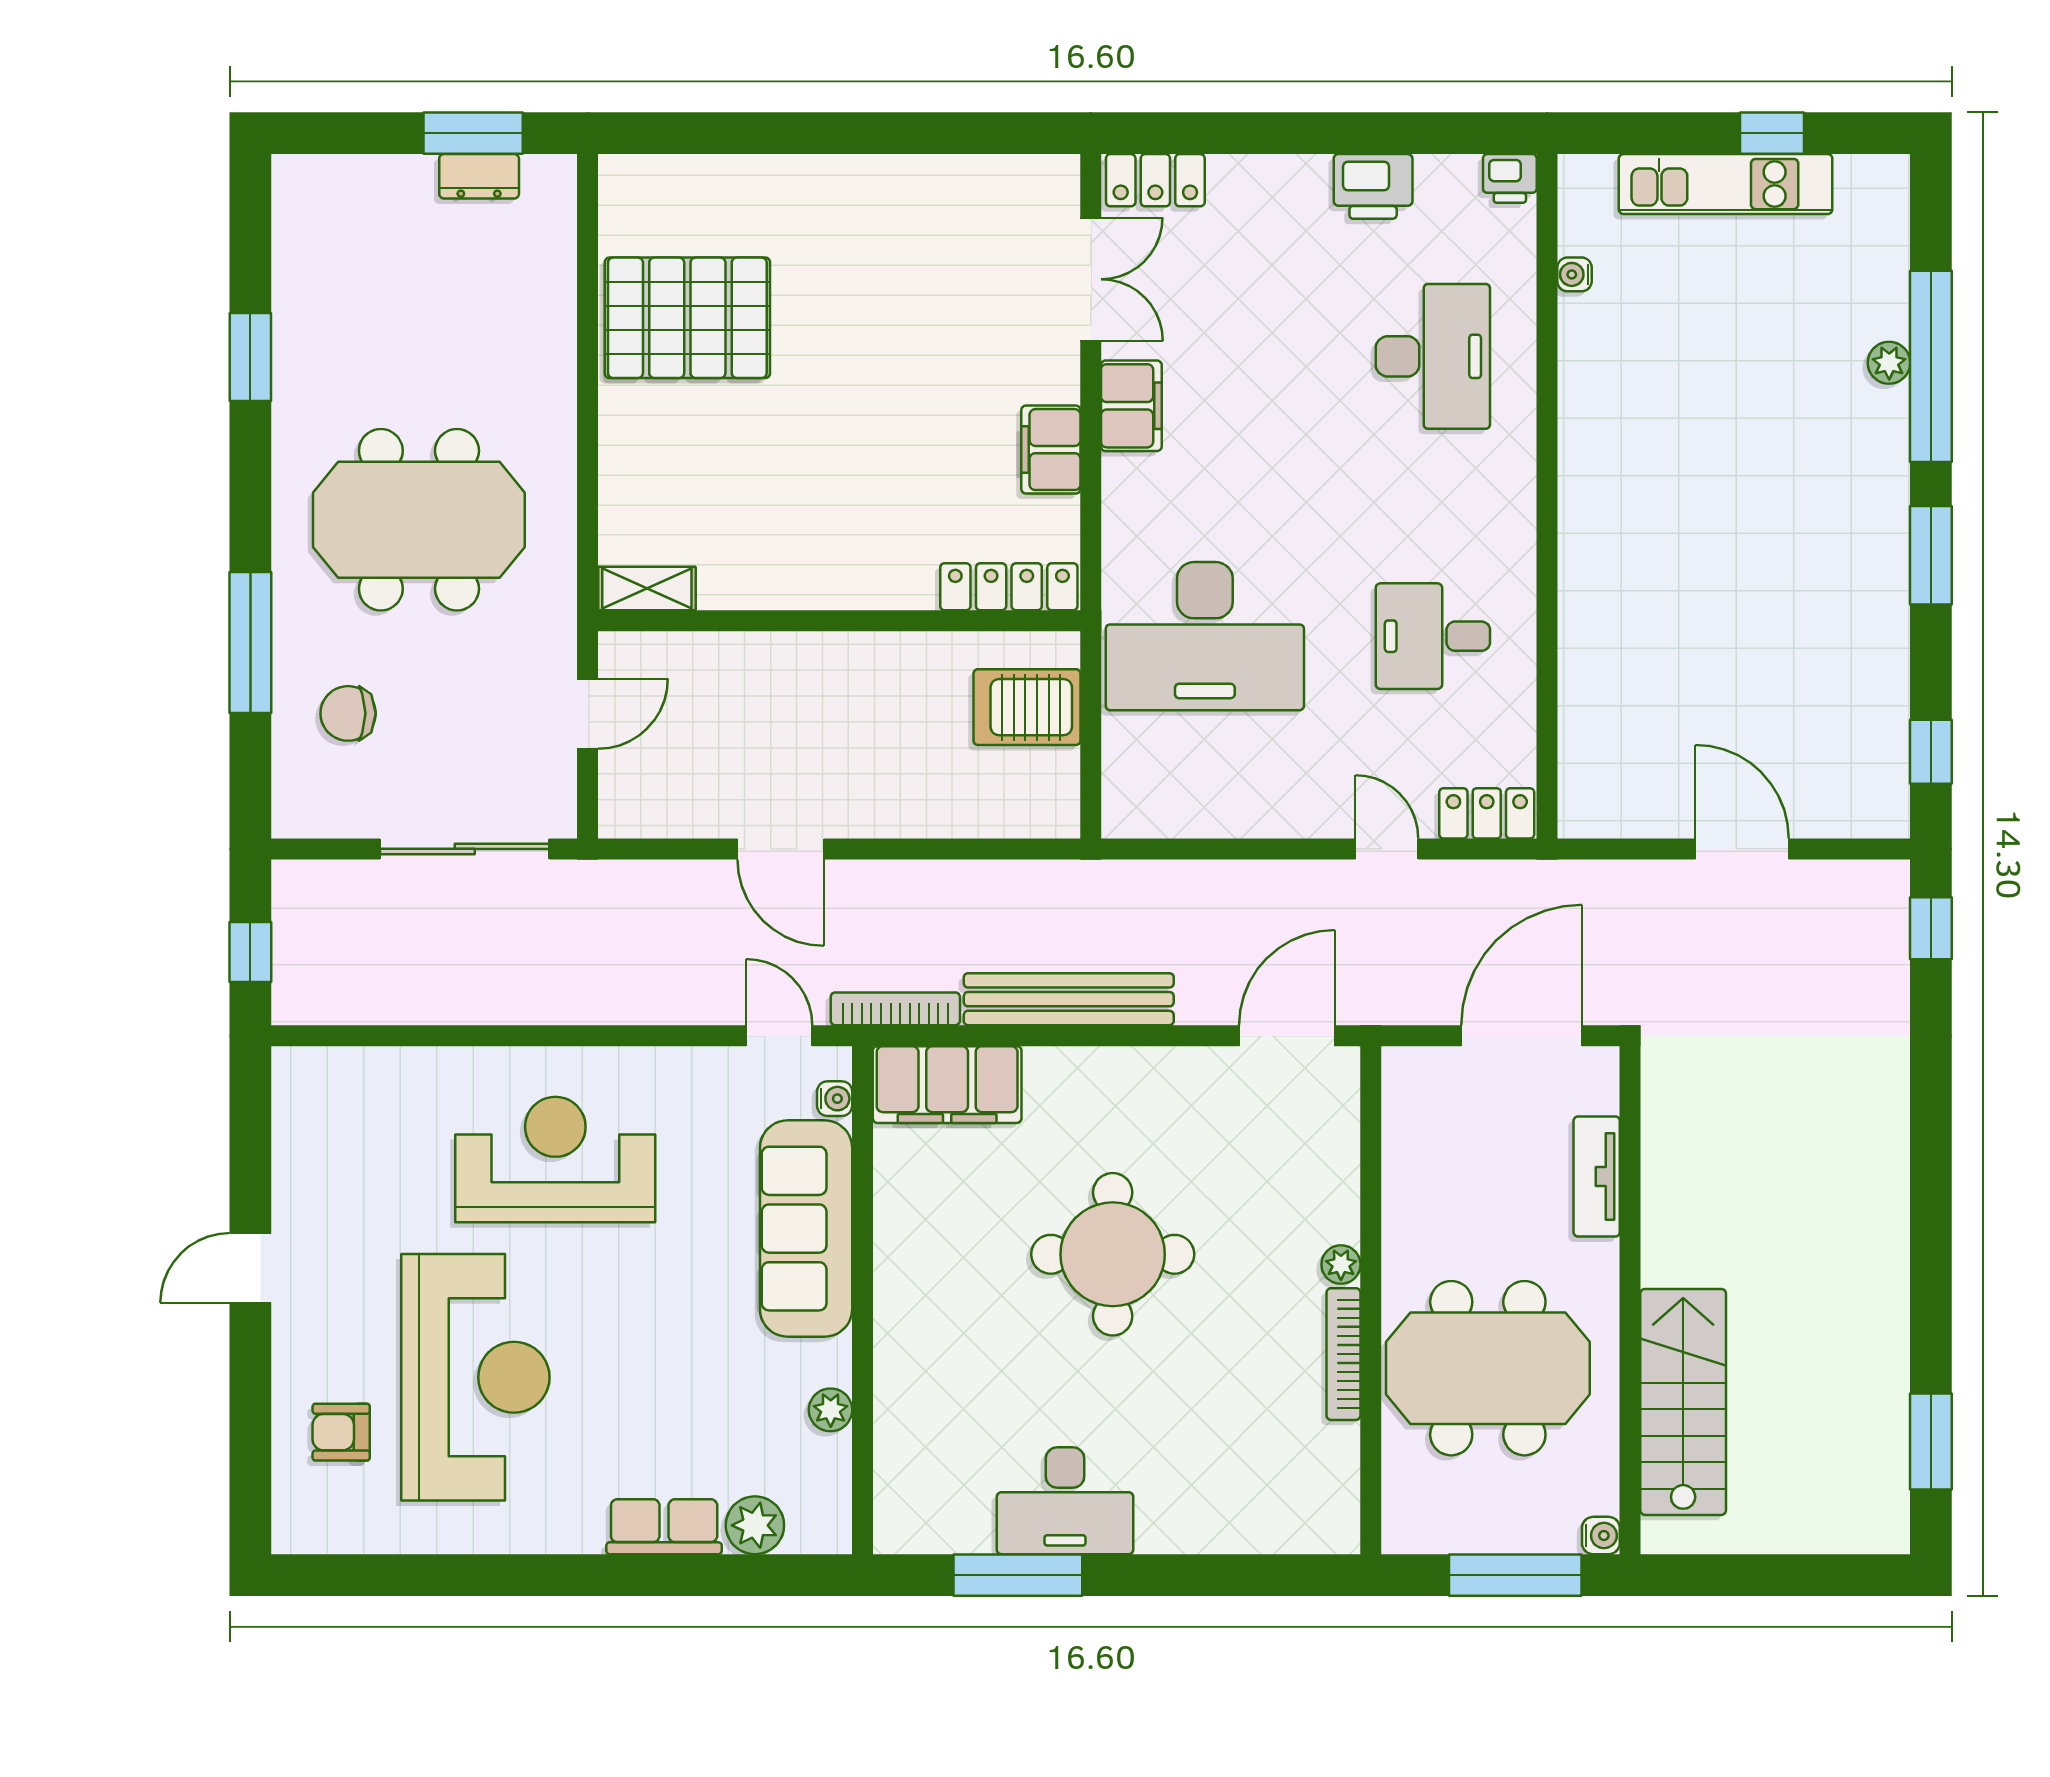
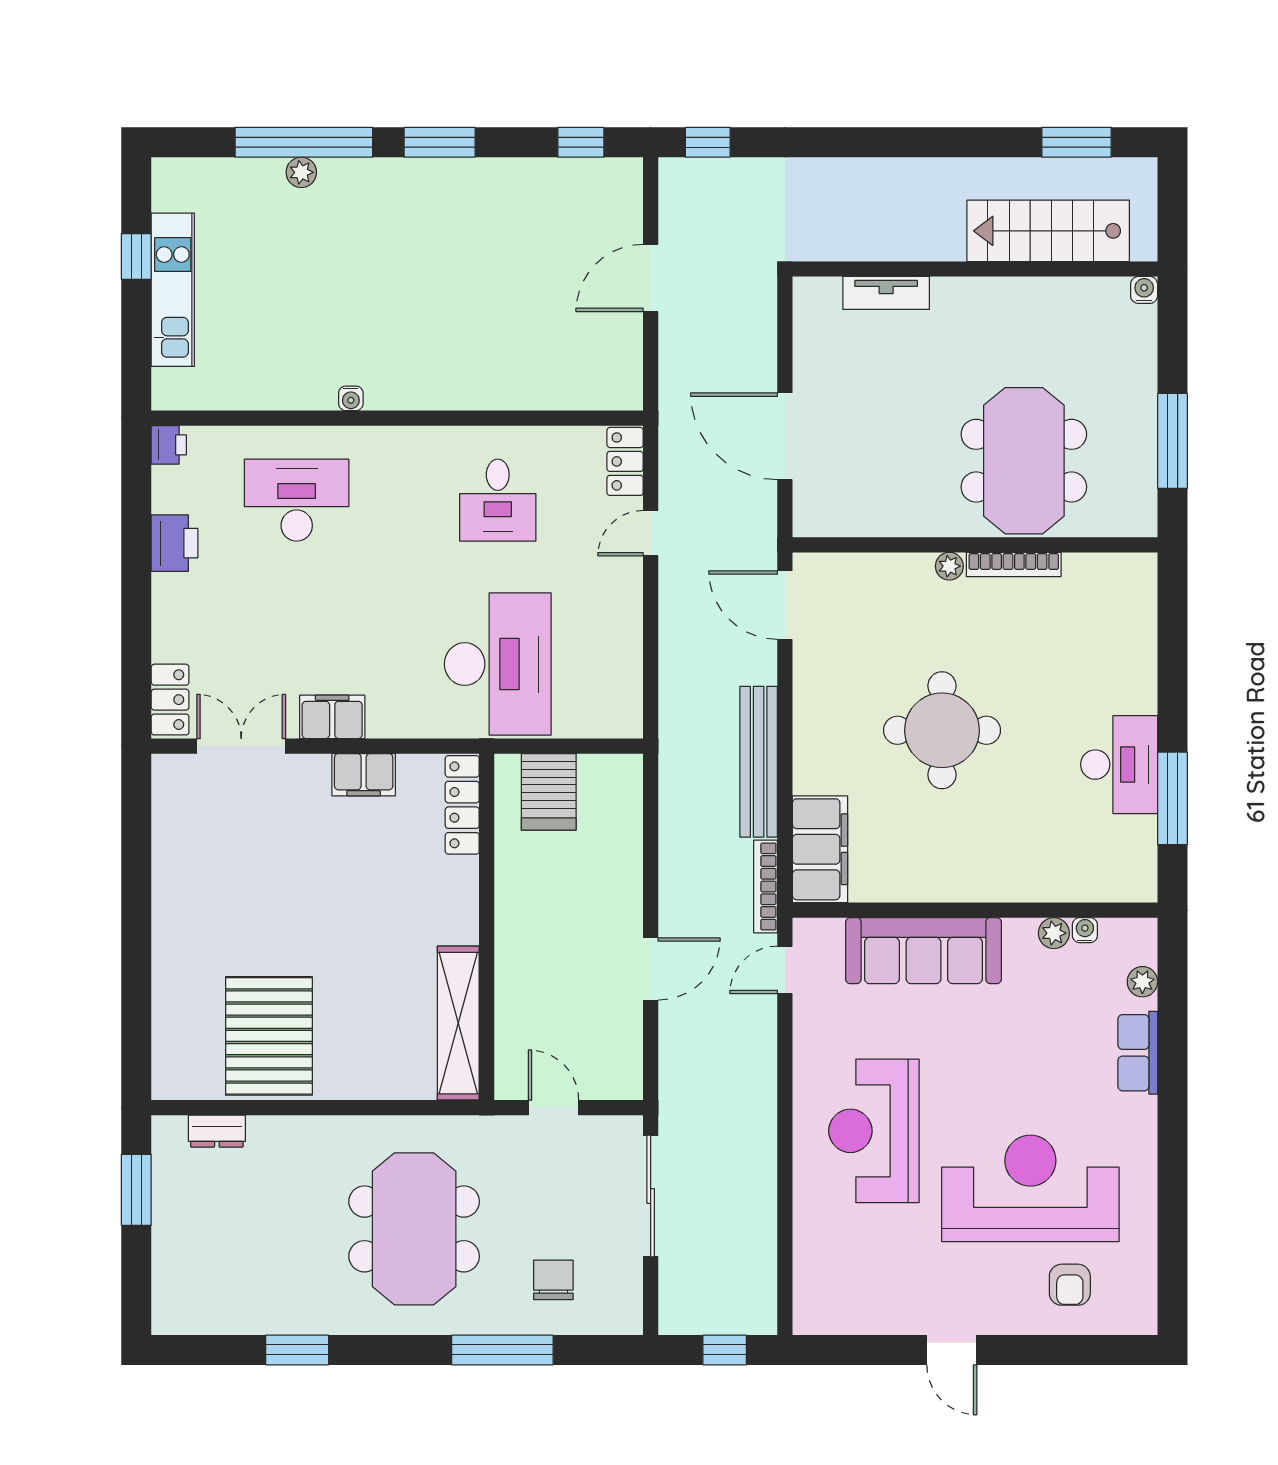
dresser: (479, 176) -> (217, 1131), moved, turned 90
water cooler: (1575, 274) -> (351, 398), moved
shelving: (647, 588) -> (458, 1023), width x2.20, depth x1.33
chair: (348, 713) -> (553, 1280), turned 180
water cooler: (835, 1099) -> (1085, 930), moved
tv unit: (1597, 1177) -> (886, 293), moved
wall: (1630, 1300) -> (975, 269), moved
stairs: (1683, 1402) -> (1048, 231), moved
plant: (755, 1525) -> (1142, 982), width x0.73, depth x0.73
water cooler: (1601, 1536) -> (1144, 290), moved

